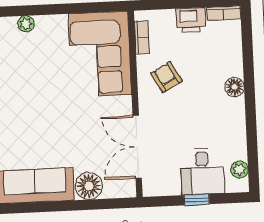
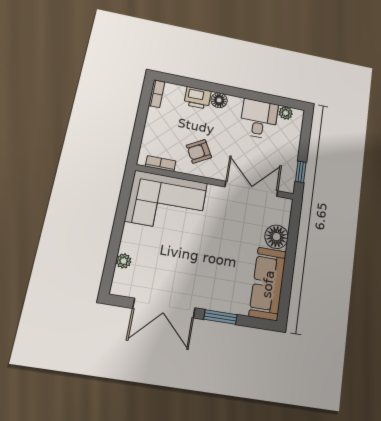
printer: (191, 20) -> (198, 98), moved, turned 90
double door: (137, 147) -> (252, 189), swing flipped
desk: (202, 171) -> (259, 119), moved, turned -90
window: (197, 200) -> (301, 172), moved

